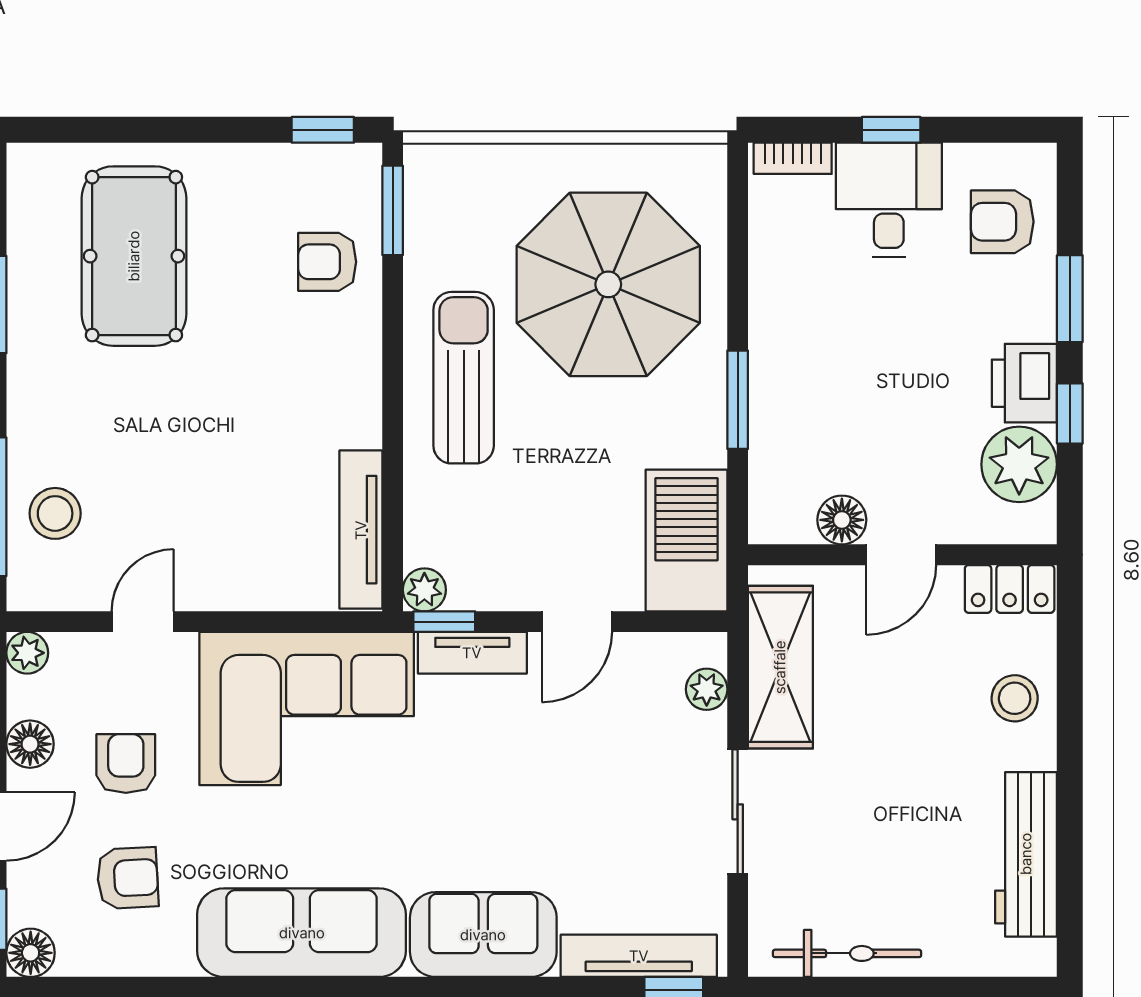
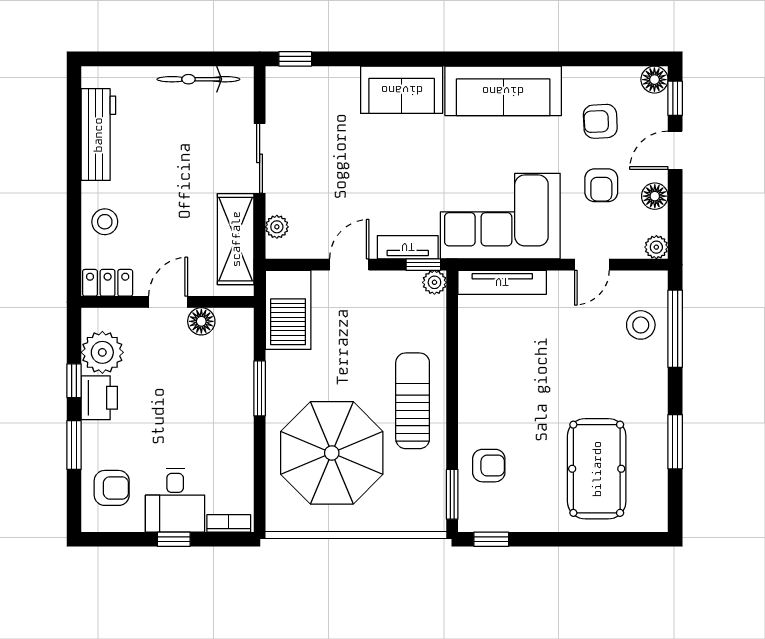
sun lounger: (464, 378) -> (413, 401), turned 180
tv unit: (361, 530) -> (502, 282), moved, turned 90
tv unit: (639, 956) -> (315, 78), removed

